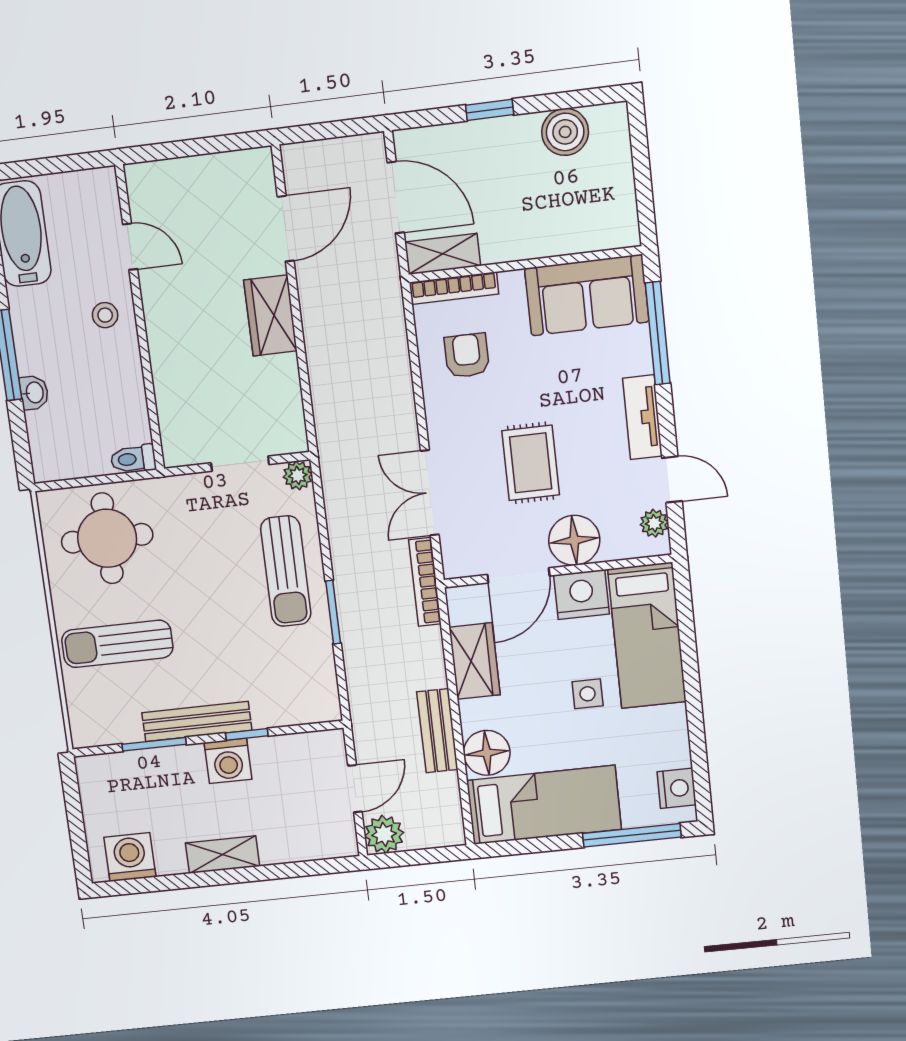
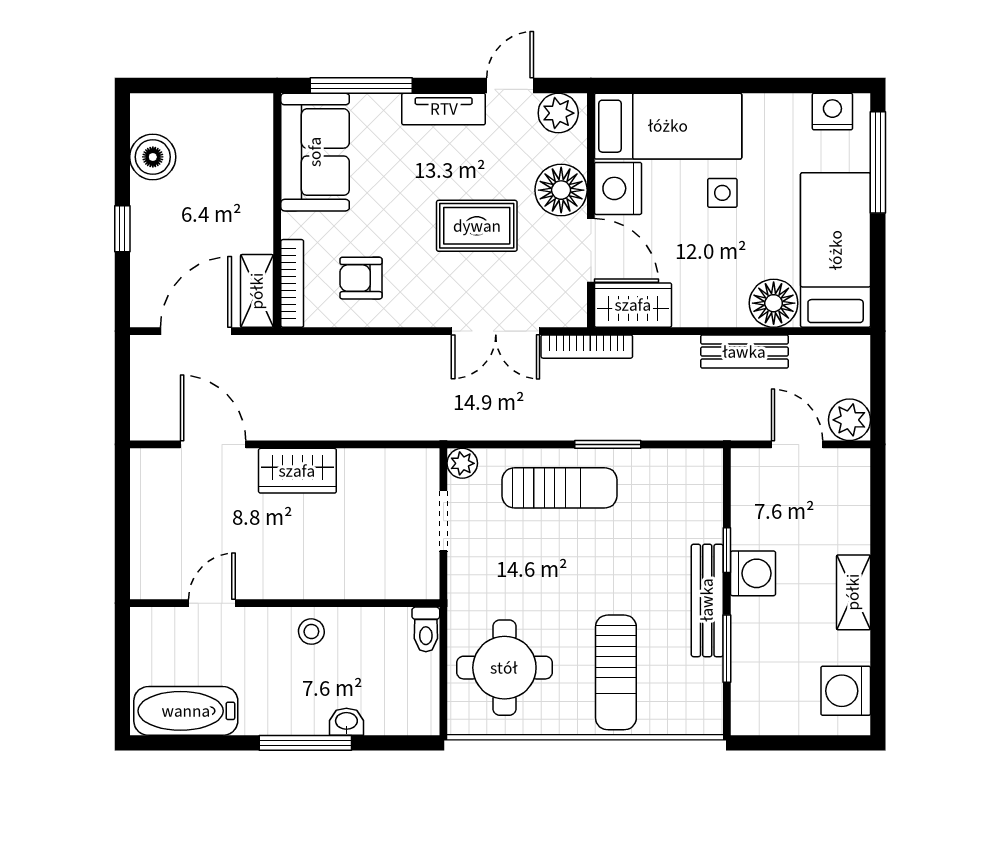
stool: (105, 315) -> (311, 632), moved
plant: (654, 523) -> (558, 113), width x1.38, depth x1.38
wardrobe: (475, 661) -> (633, 305), moved

